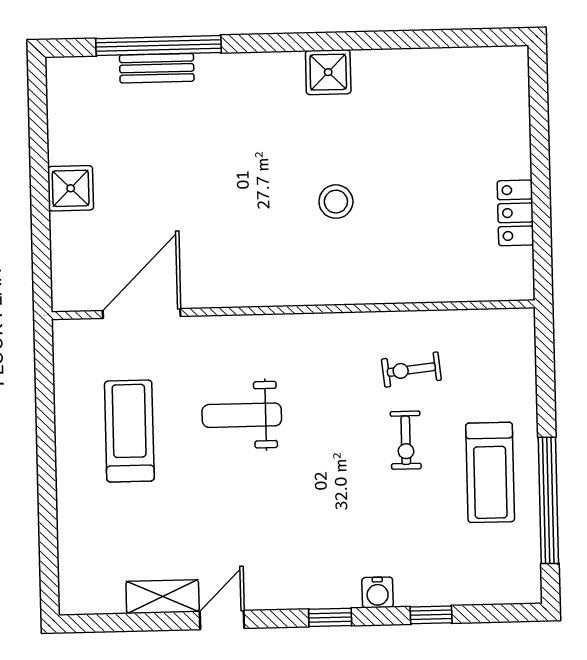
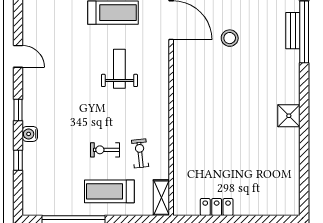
stool: (336, 202) -> (230, 38), moved
treadmill: (490, 472) -> (109, 191), moved
shelving: (163, 597) -> (161, 198), moved

